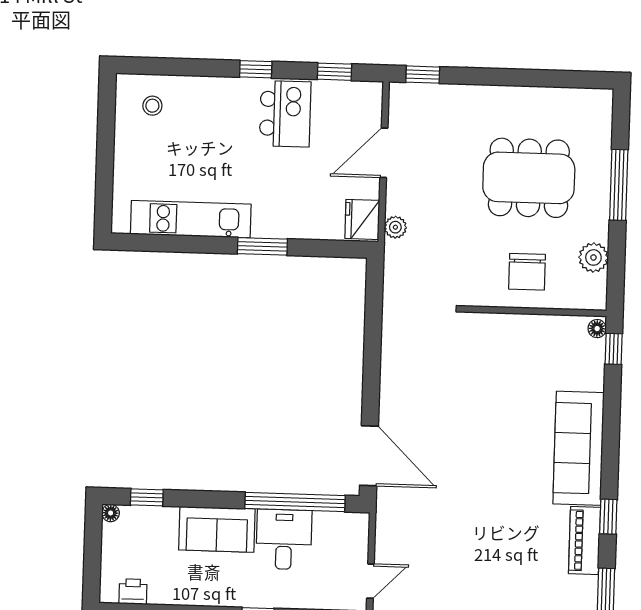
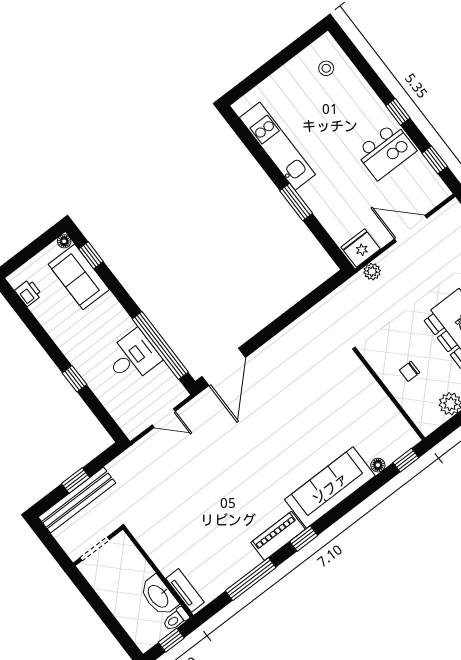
chair: (527, 272) -> (410, 371), width x0.54, depth x0.54
floor lamp: (597, 329) -> (378, 465), moved
sofa: (217, 529) -> (79, 277), moved
door: (370, 581) -> (164, 418), moved

